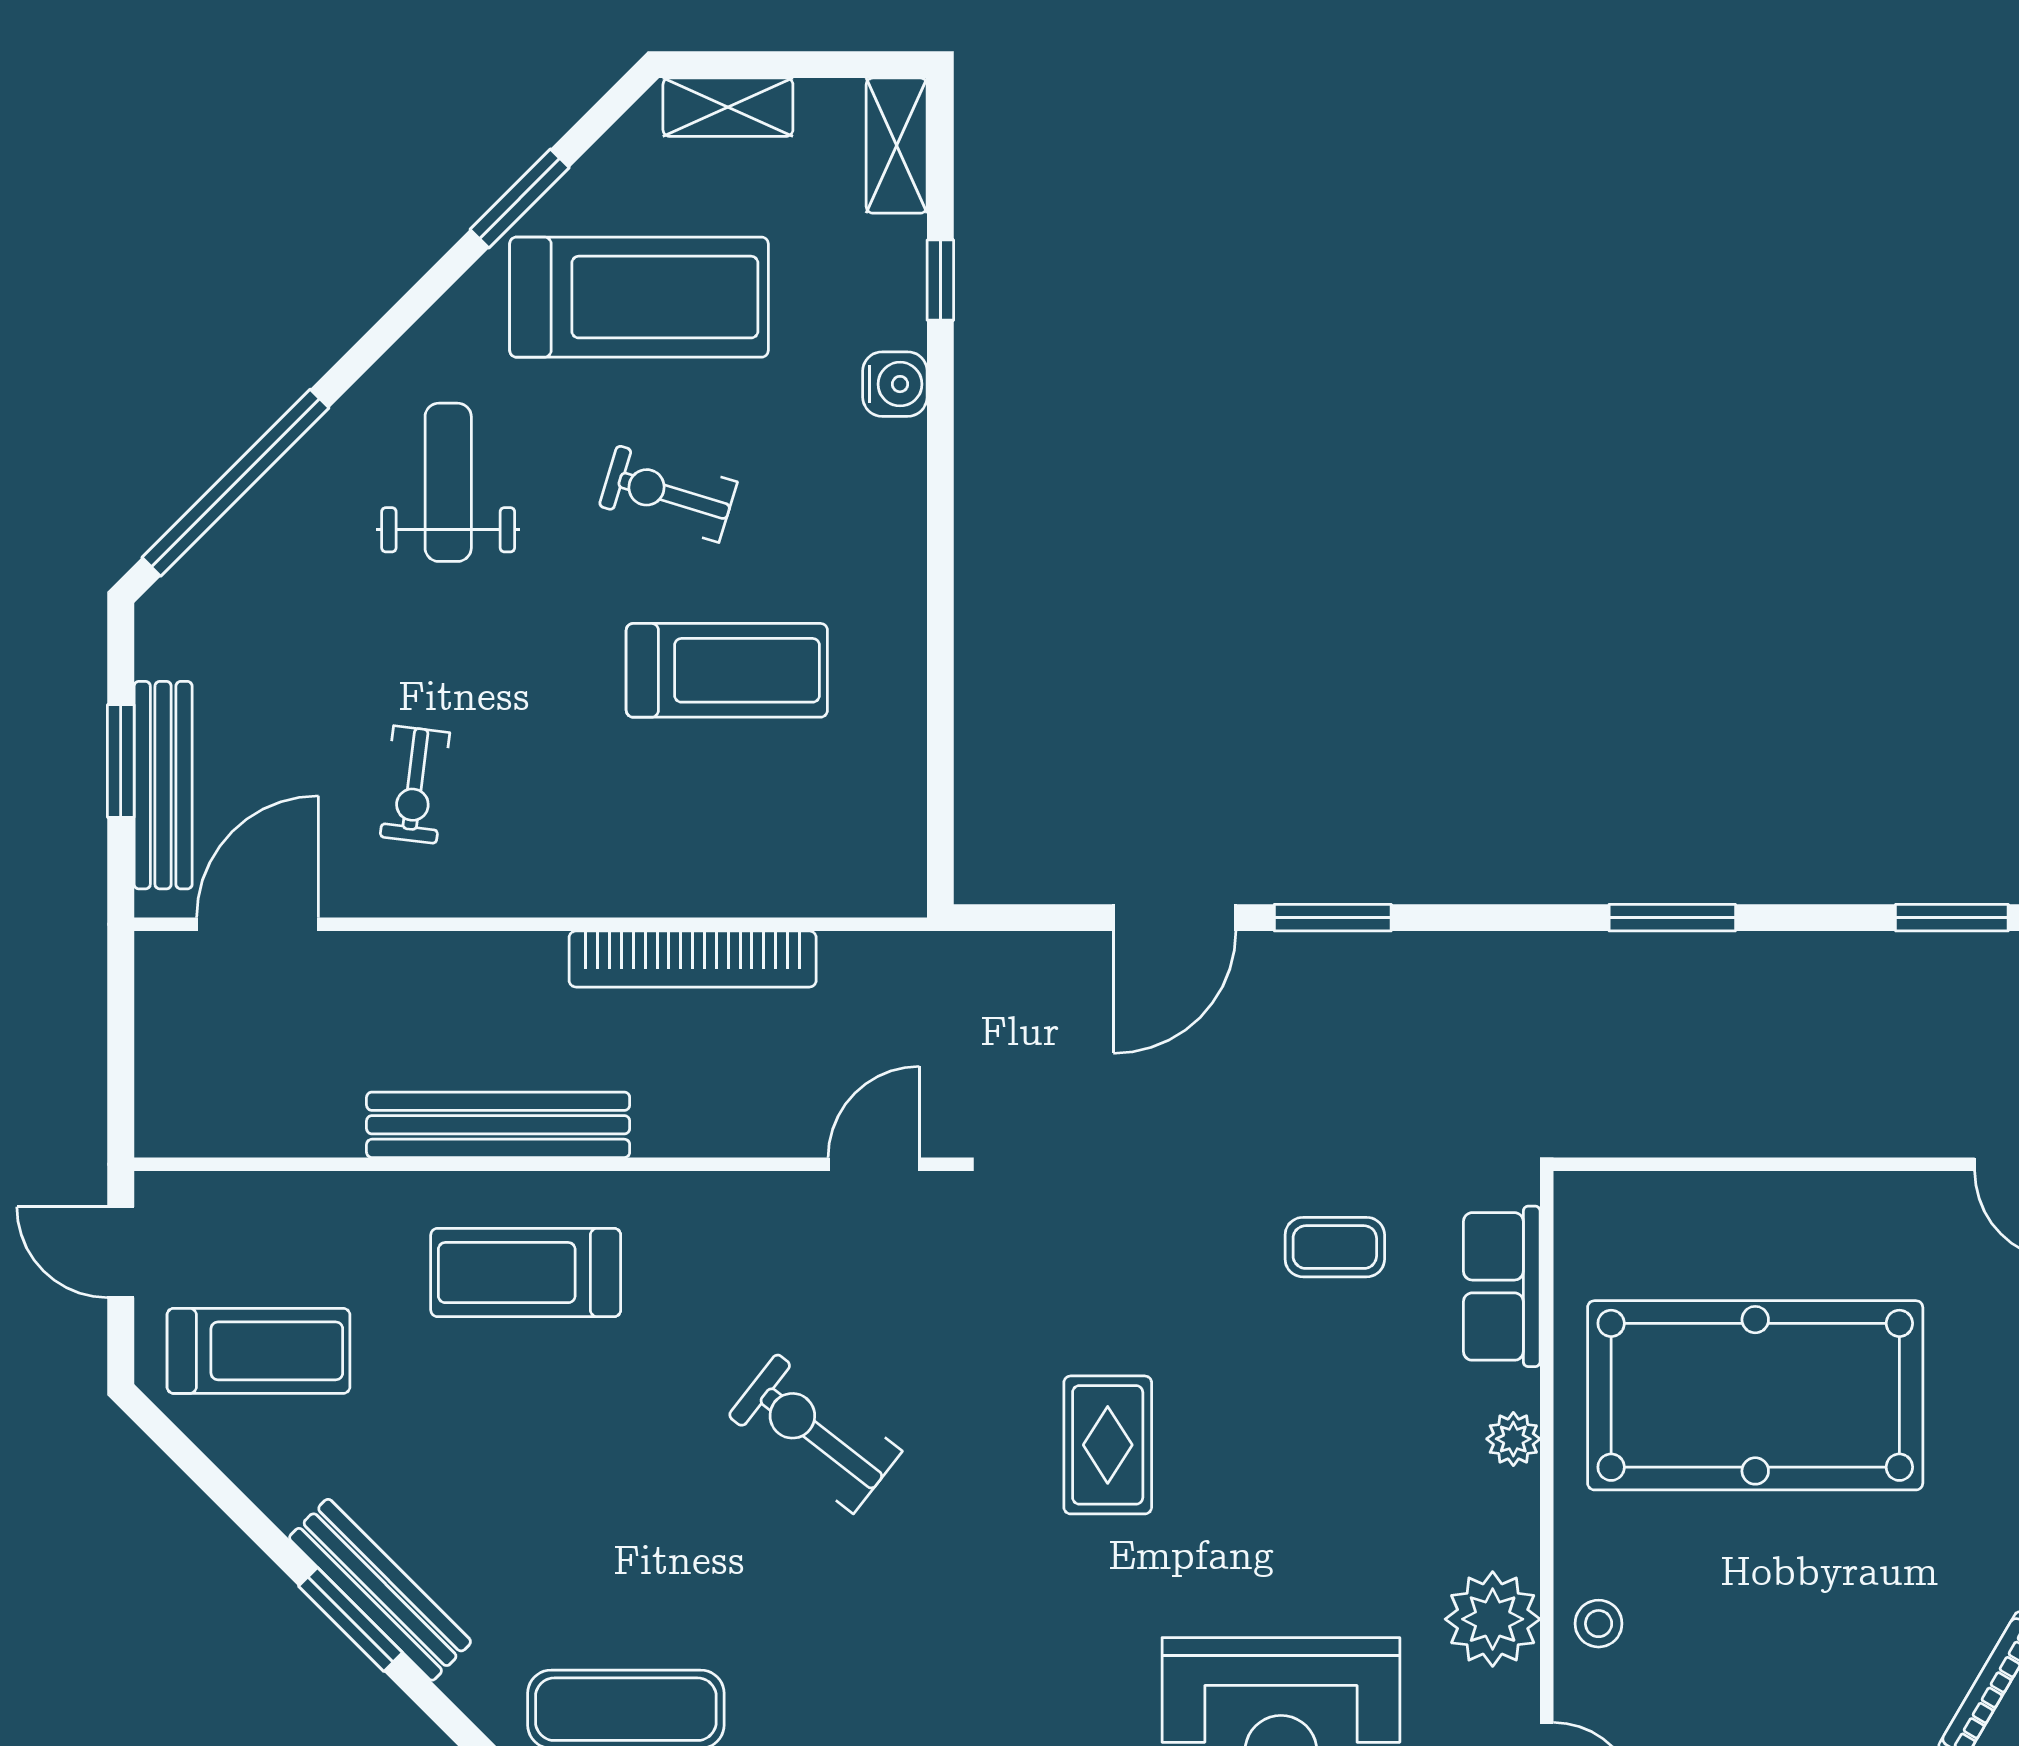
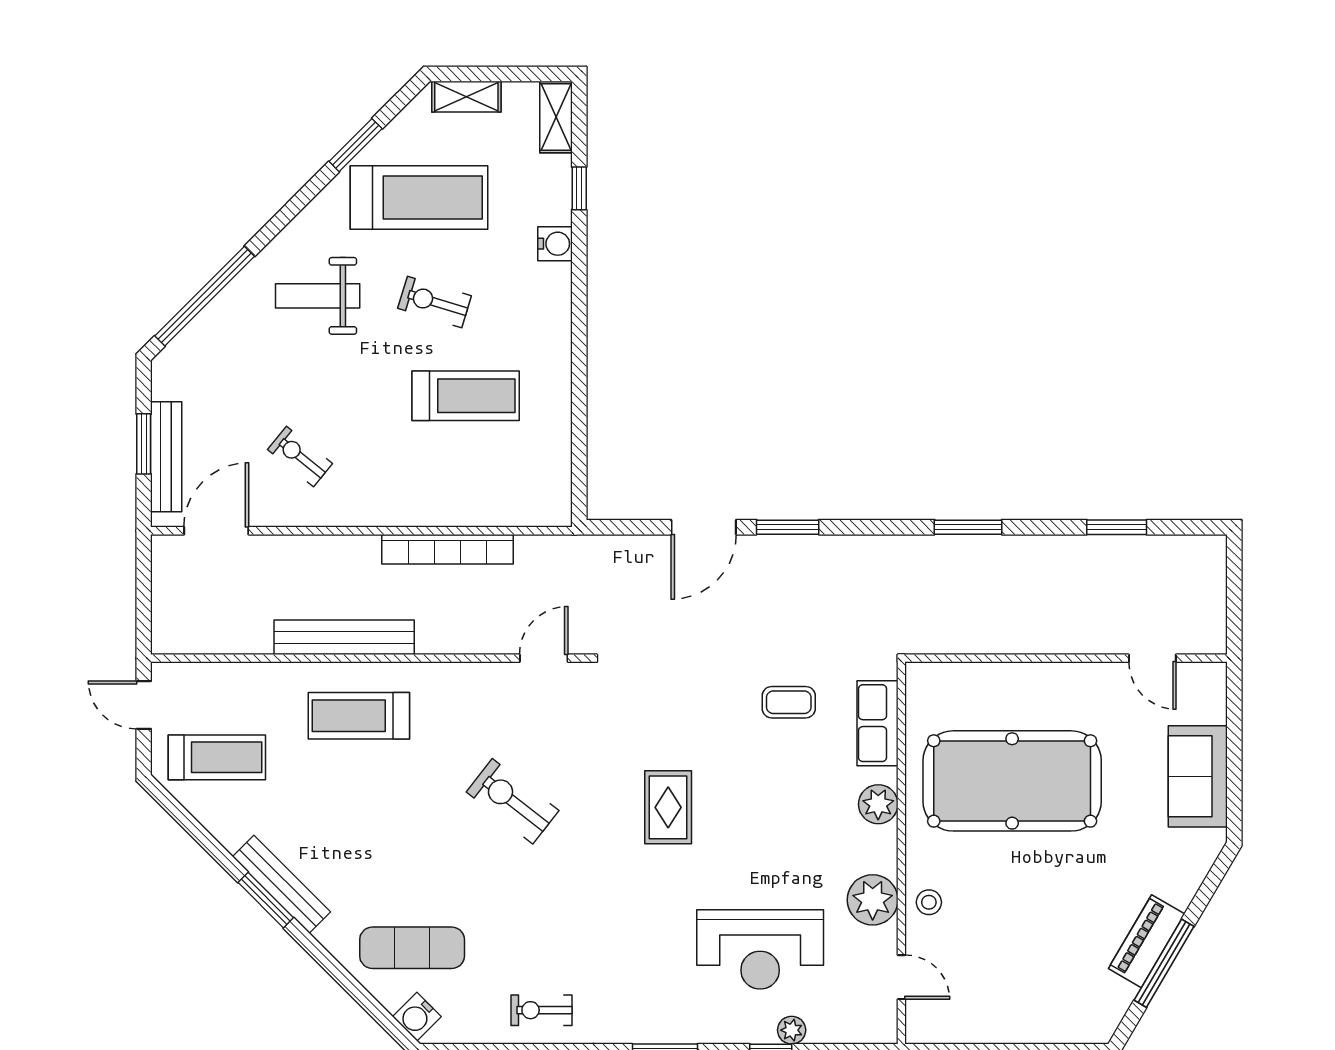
weight bench: (448, 482) -> (318, 296), turned -90
exercise bike: (415, 785) -> (300, 457), turned 122
plant: (1513, 1439) -> (878, 804), width x1.38, depth x1.38

